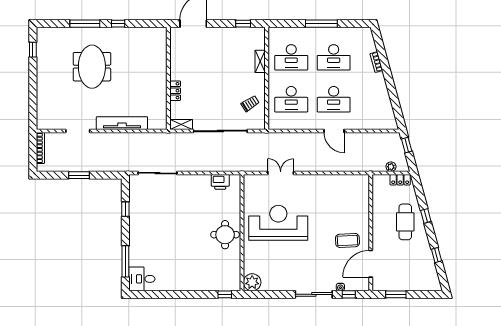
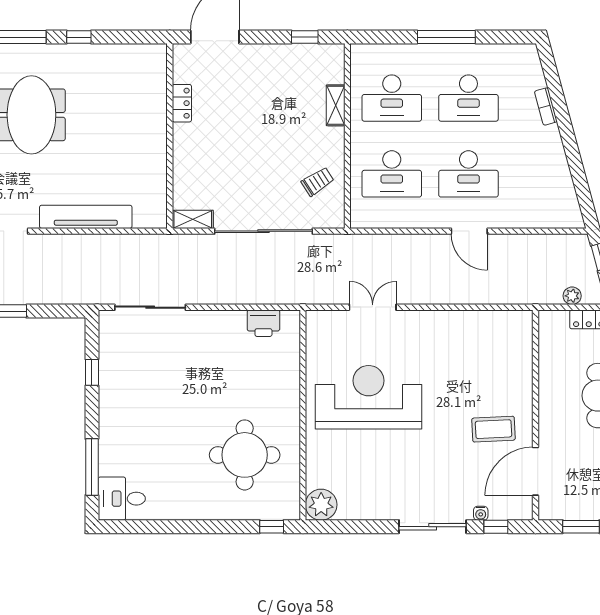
locker: (175, 91) -> (182, 103), moved
round table: (225, 235) -> (245, 455), moved, width x1.36, depth x1.36

